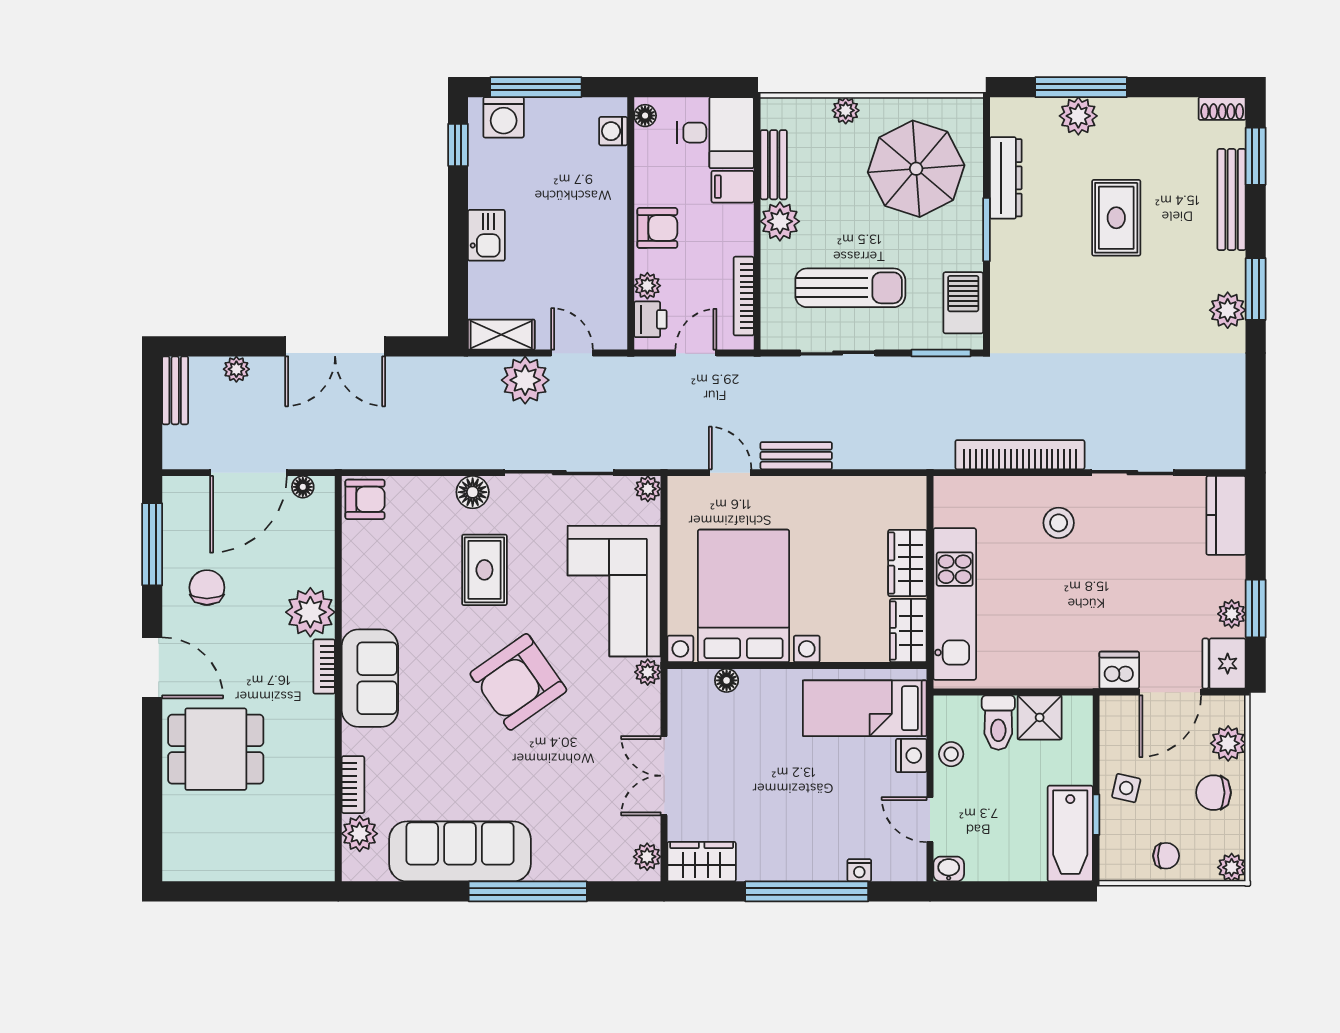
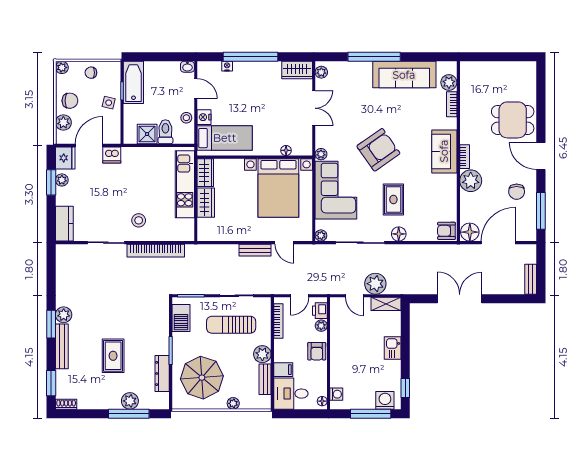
bench: (1232, 200) -> (62, 346), moved
armchair: (657, 228) -> (317, 351), turned -90
plant: (236, 369) -> (504, 289), removed
floor lamp: (303, 487) -> (470, 232), width x1.89, depth x1.89

